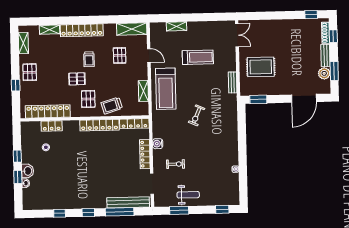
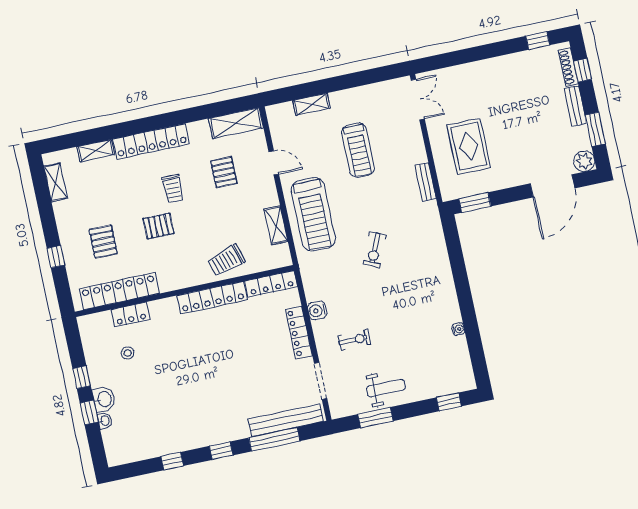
treadmill: (198, 57) -> (358, 150), turned 90
rug: (261, 67) -> (469, 146), turned 90
pallet: (30, 72) -> (103, 242), moved
plant: (324, 73) -> (584, 161), moved
pallet: (88, 99) -> (184, 257), removed

